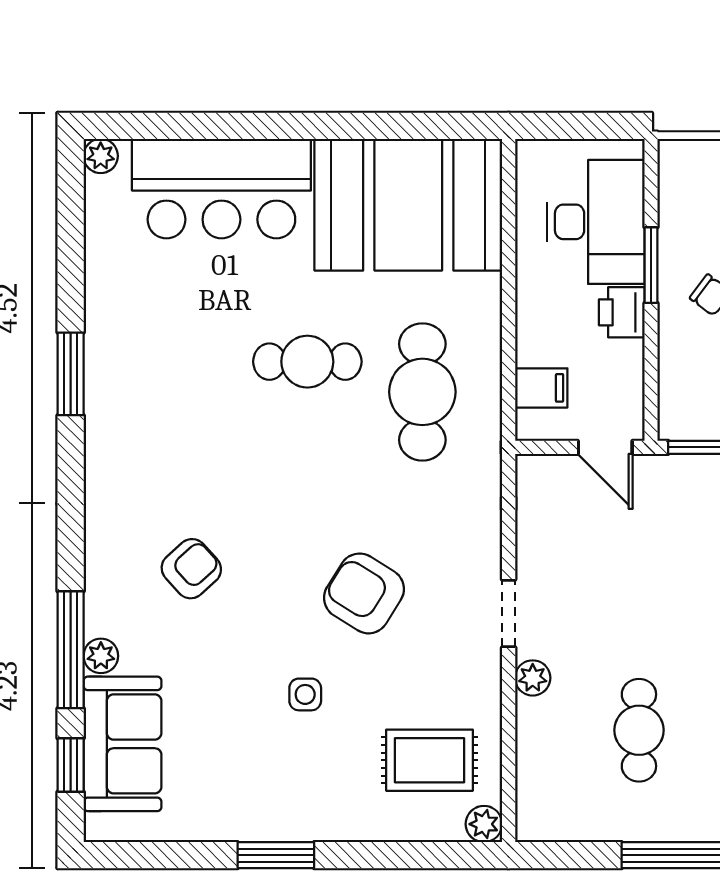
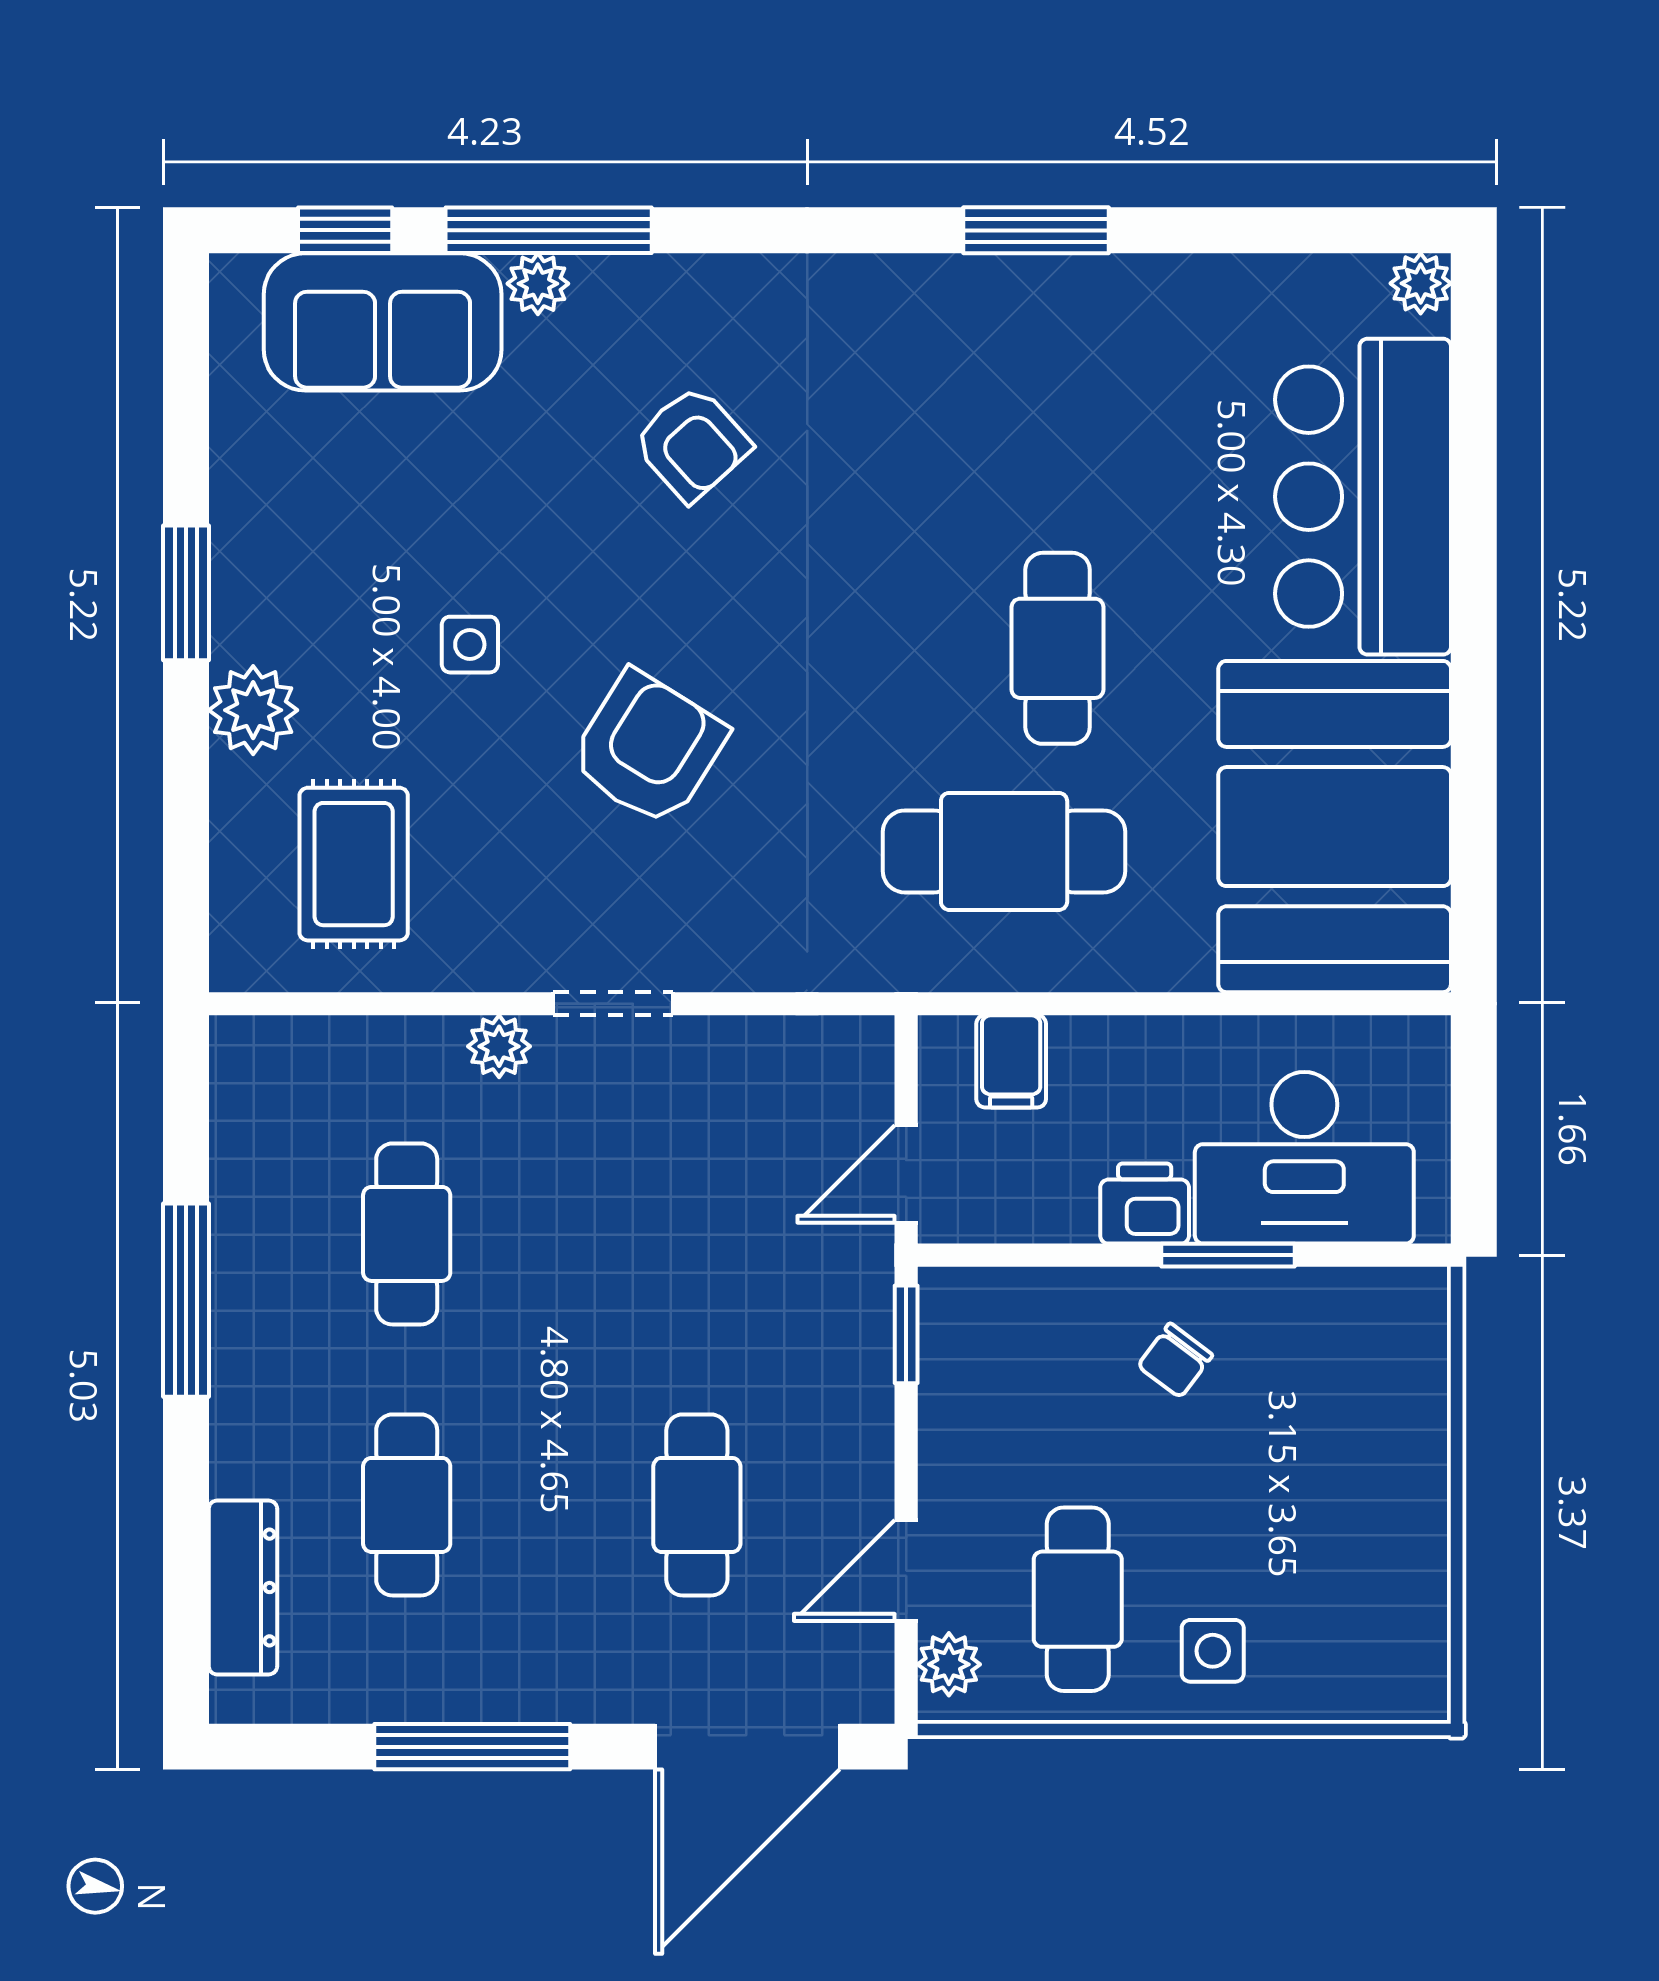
cafe table: (639, 730) -> (407, 1234), turned 90
plant: (484, 824) -> (253, 710), moved, width x1.38, depth x1.38

